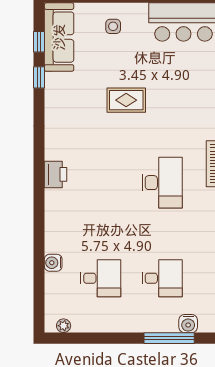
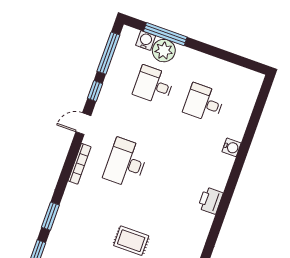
water cooler: (53, 263) -> (232, 147), moved
plant: (64, 326) -> (164, 51), moved, width x1.88, depth x1.88

